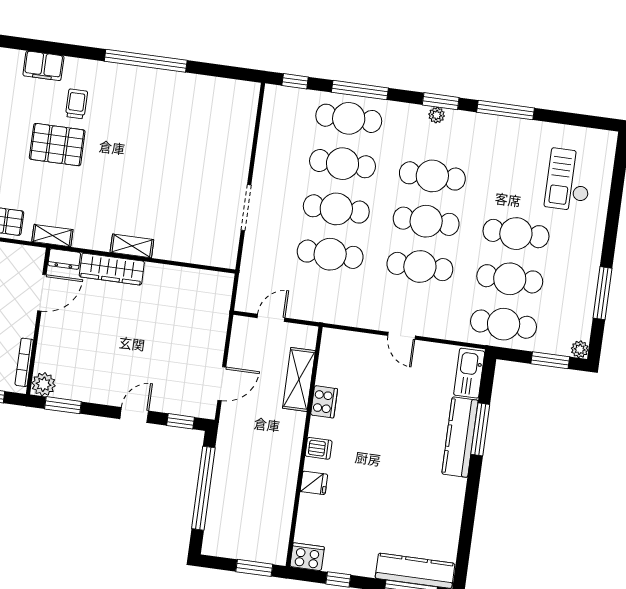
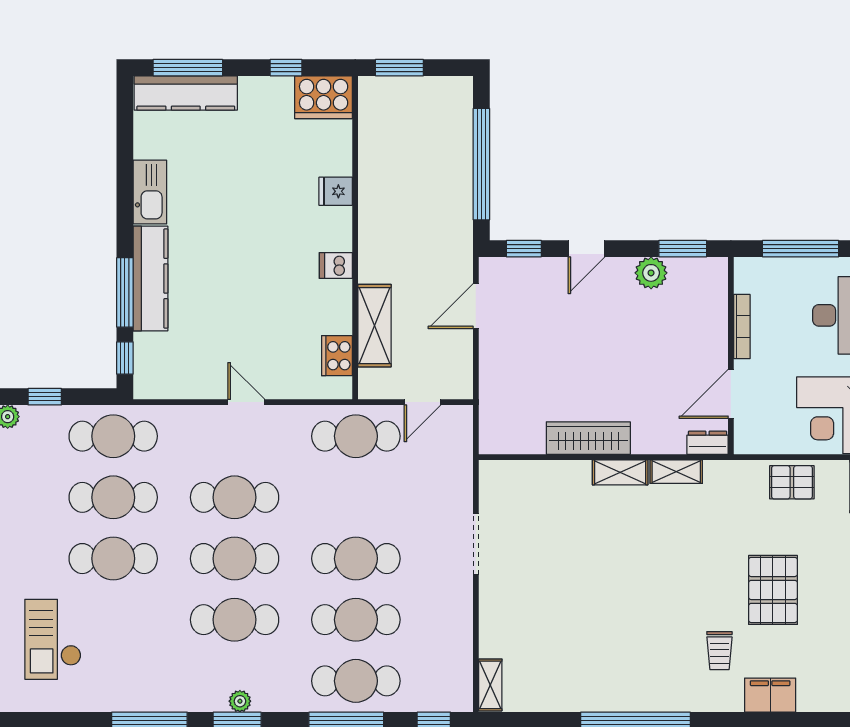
shelving: (250, 102) -> (490, 685), added
pallet: (57, 145) -> (773, 590), moved, turned 90
checkout: (569, 180) -> (53, 639), turned 180
shelving: (52, 236) -> (676, 472), moved
cafe table: (330, 254) -> (356, 436), moved
wardrobe: (112, 269) -> (588, 438), moved
window: (550, 360) -> (45, 397), width x0.67
bookcase: (24, 362) -> (742, 327), moved
kitchen sink: (469, 373) -> (150, 192), moved
window: (487, 381) -> (125, 358), added
plant: (44, 384) -> (651, 273), moved
cooker: (324, 402) -> (337, 356), moved
dishwasher: (319, 448) -> (336, 265), moved
cooker: (307, 557) -> (324, 97), width x1.37, depth x1.31

